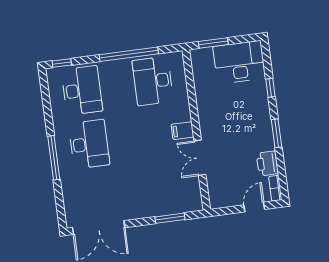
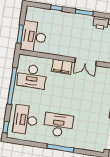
desk: (239, 62) -> (34, 37), moved
desk: (82, 90) -> (25, 120), turned -90
filing cabinet: (182, 131) -> (62, 67), width x2.00

